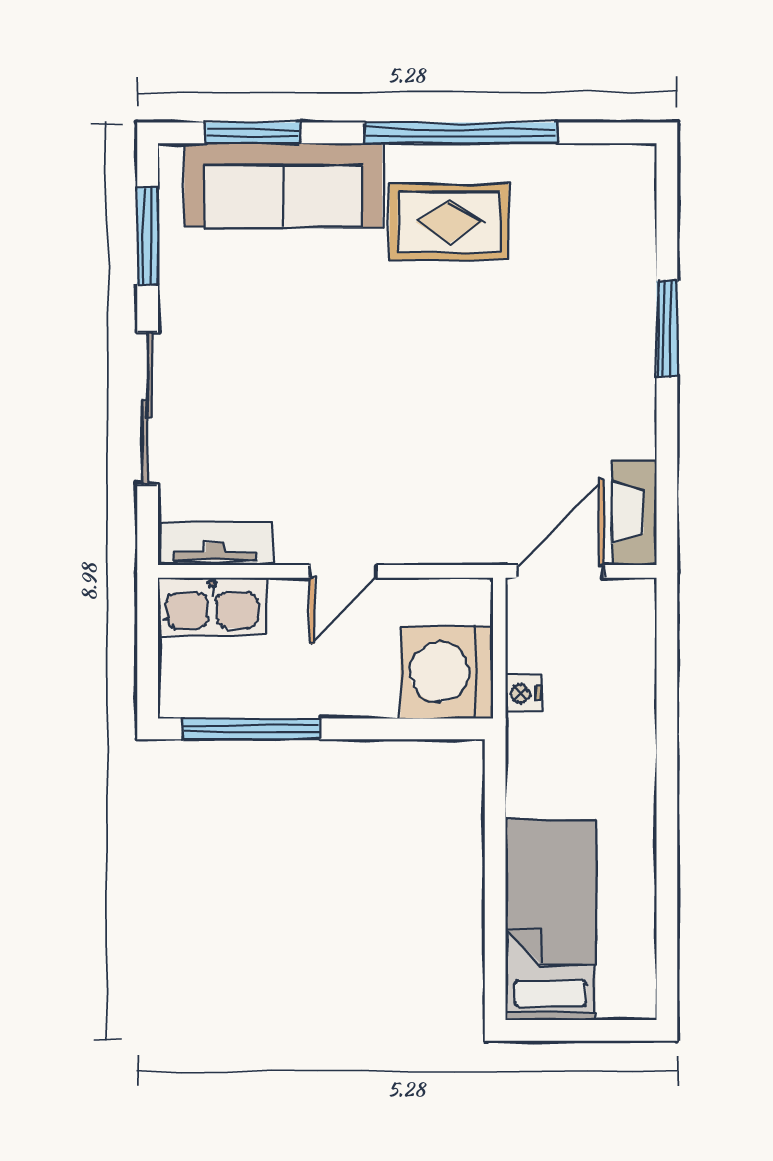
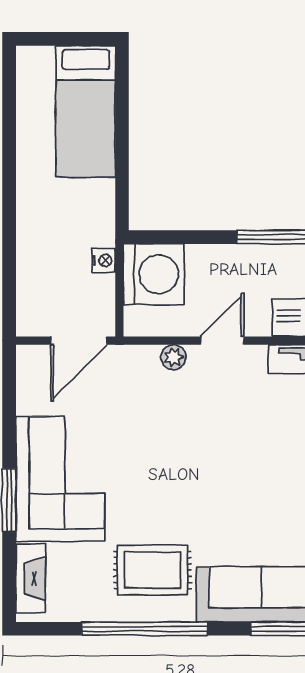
corner sofa: (589, 361) -> (60, 479), added
fireplace: (634, 512) -> (31, 578), moved
plant: (417, 546) -> (173, 357), added

